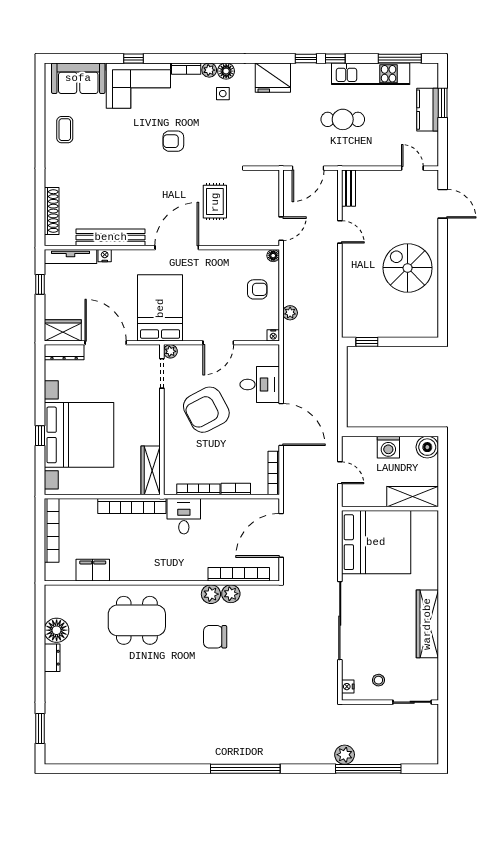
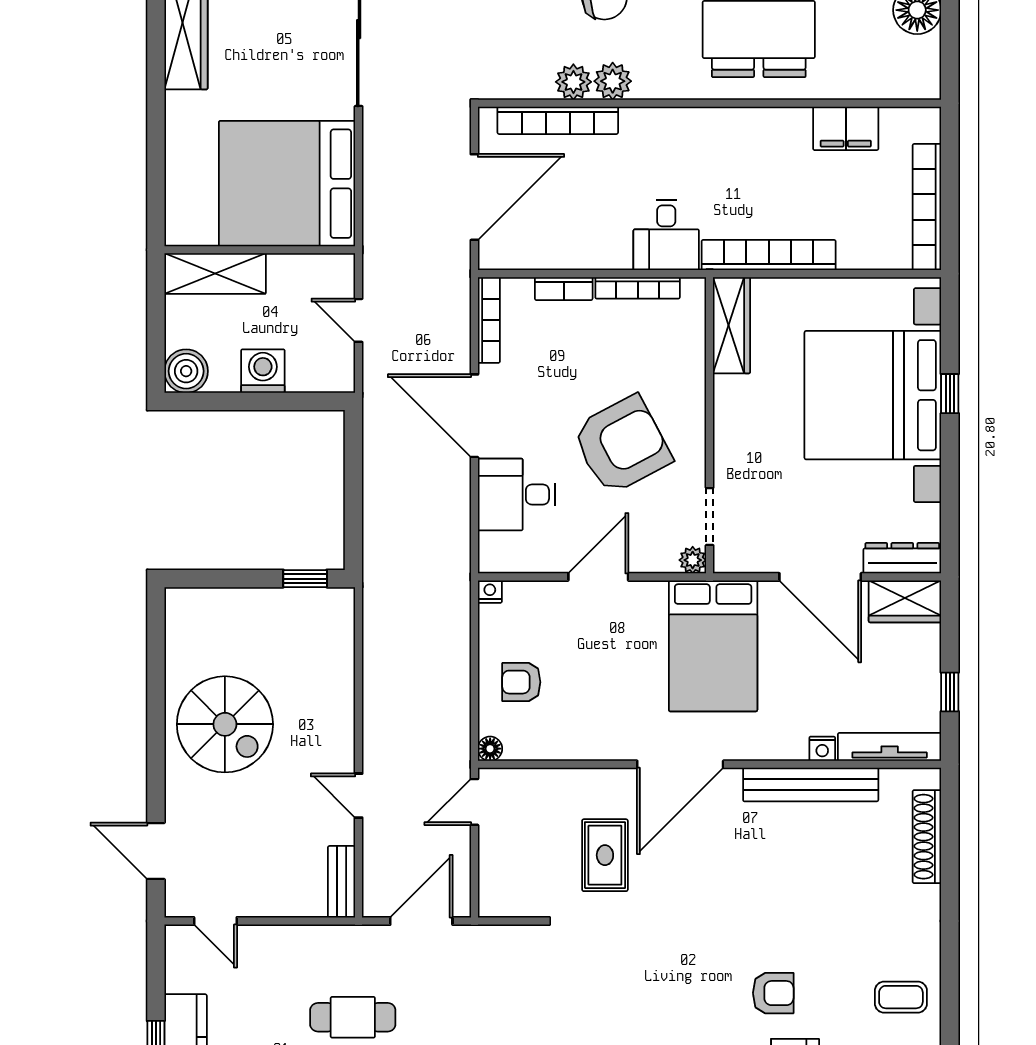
coffee table: (65, 130) -> (901, 997), turned 90
armchair: (173, 141) -> (773, 993), moved
plant: (290, 313) -> (457, 636), removed

